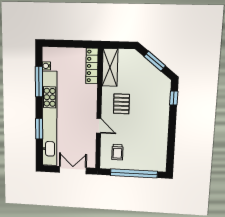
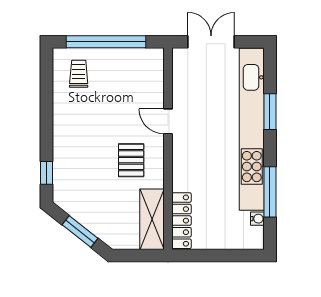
trolley: (117, 152) -> (79, 74), moved
double door: (73, 170) -> (211, 42), swing flipped

